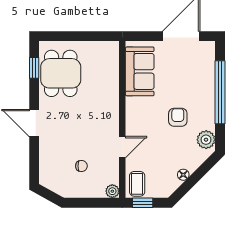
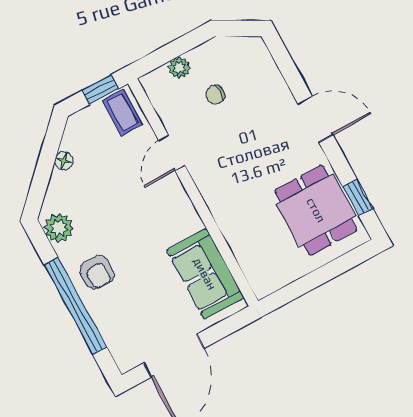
armchair: (178, 117) -> (97, 272), moved
plant: (112, 191) -> (180, 68), moved

